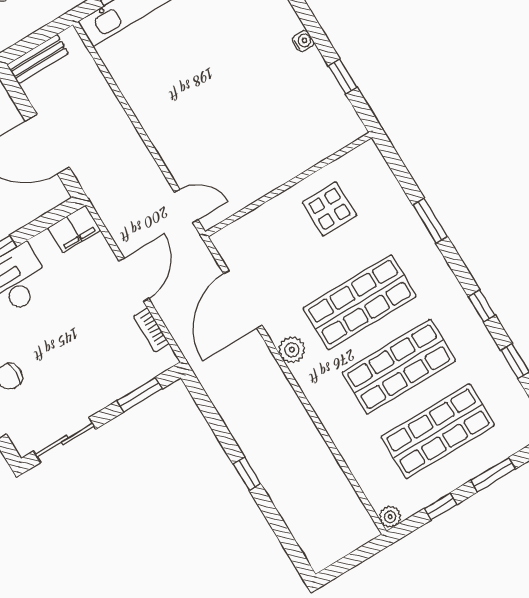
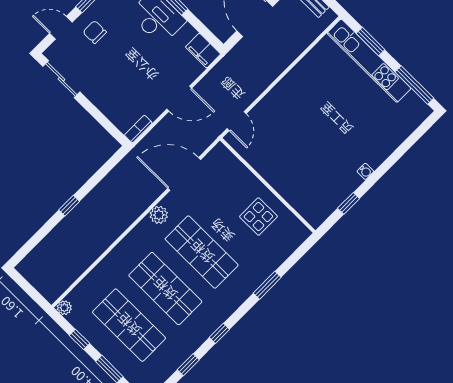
bookcase: (151, 330) -> (138, 129), moved
window: (139, 395) -> (104, 121), removed

